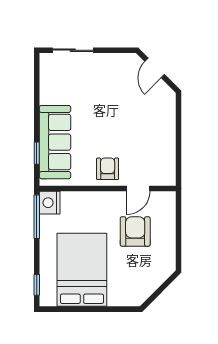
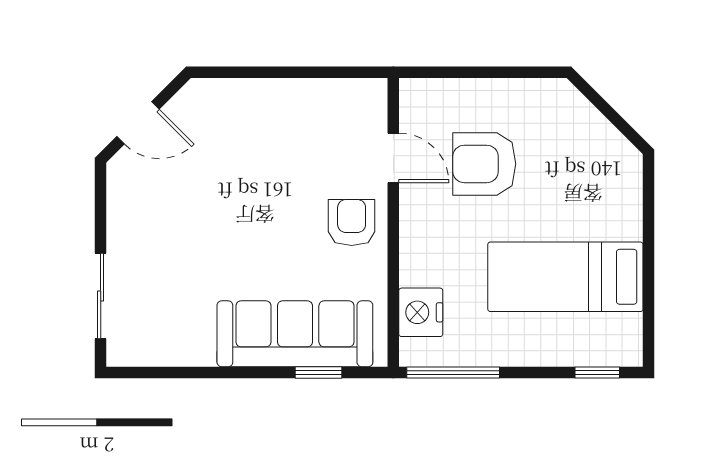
armchair: (108, 169) -> (352, 222), turned 90
nightstand: (50, 203) -> (421, 312), moved, turned 90
bed: (82, 270) -> (565, 277), width x0.67

